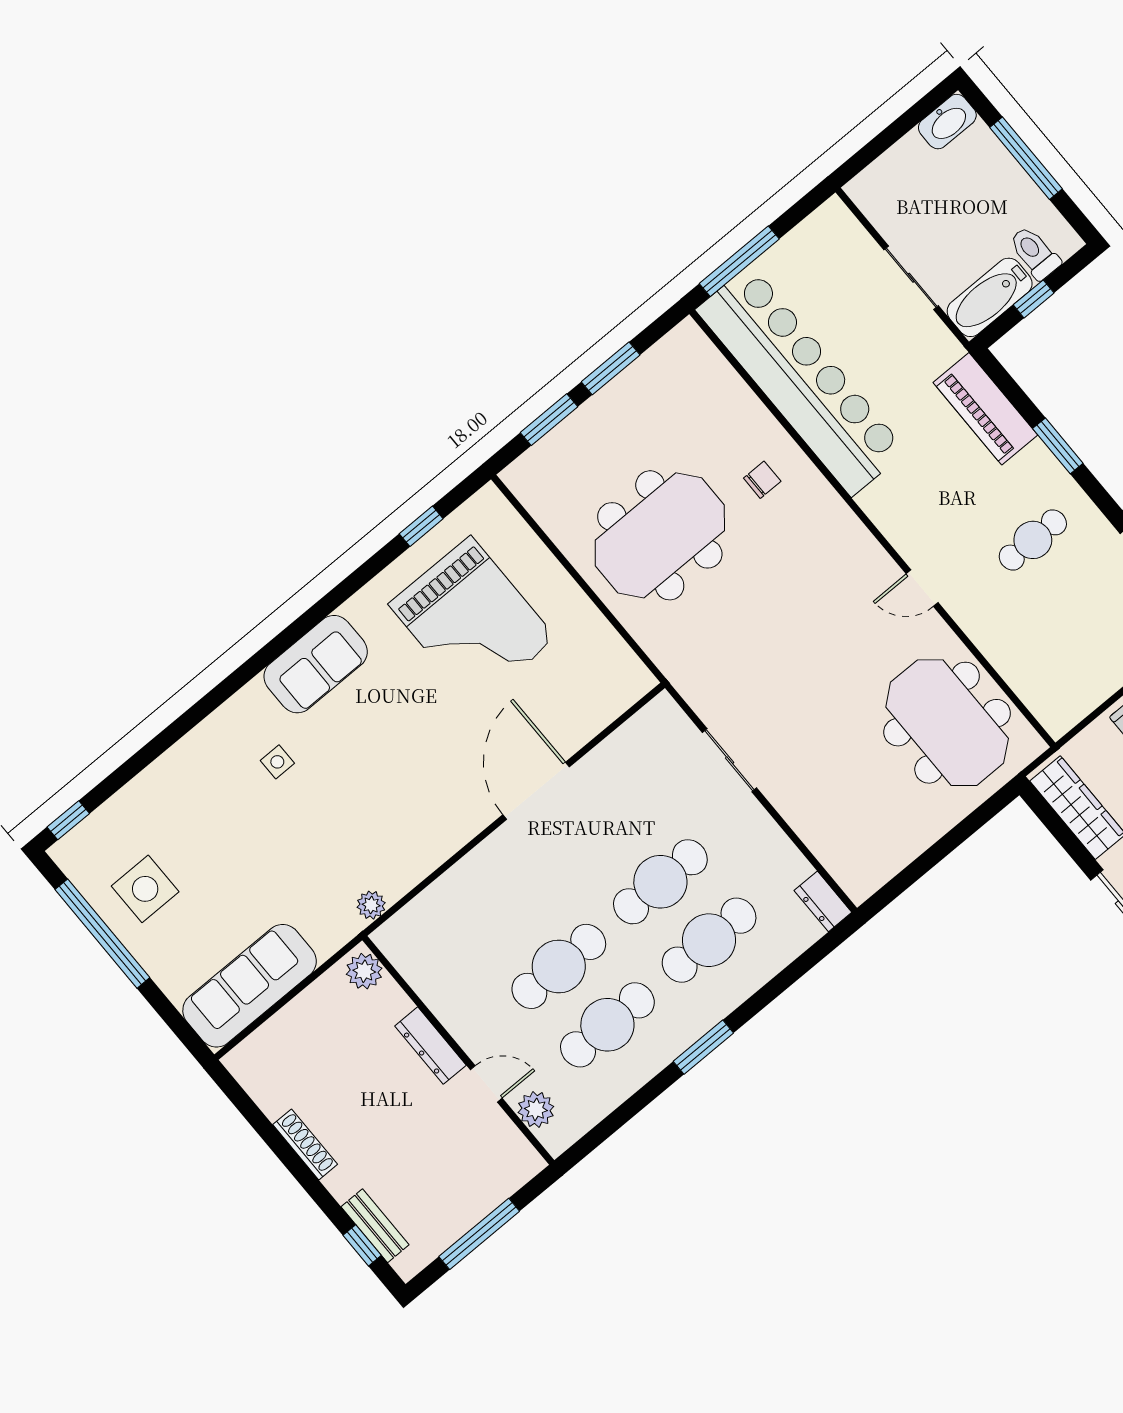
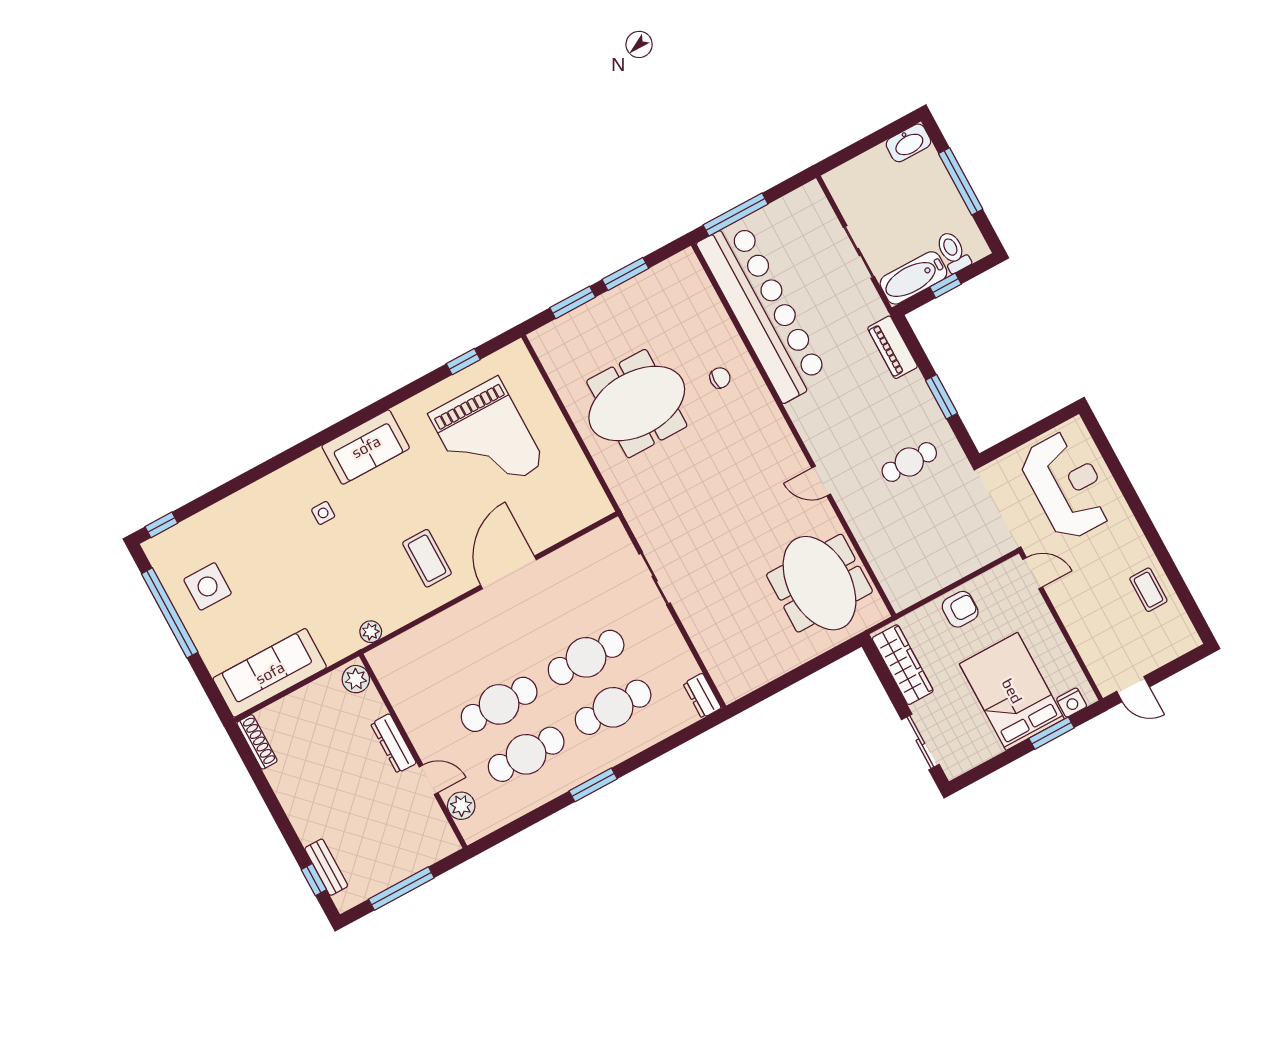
piano: (985, 409) -> (893, 347), width x0.73, depth x0.75
coffee table: (426, 794) -> (427, 558), added
shoe rack: (305, 1144) -> (257, 742), moved

